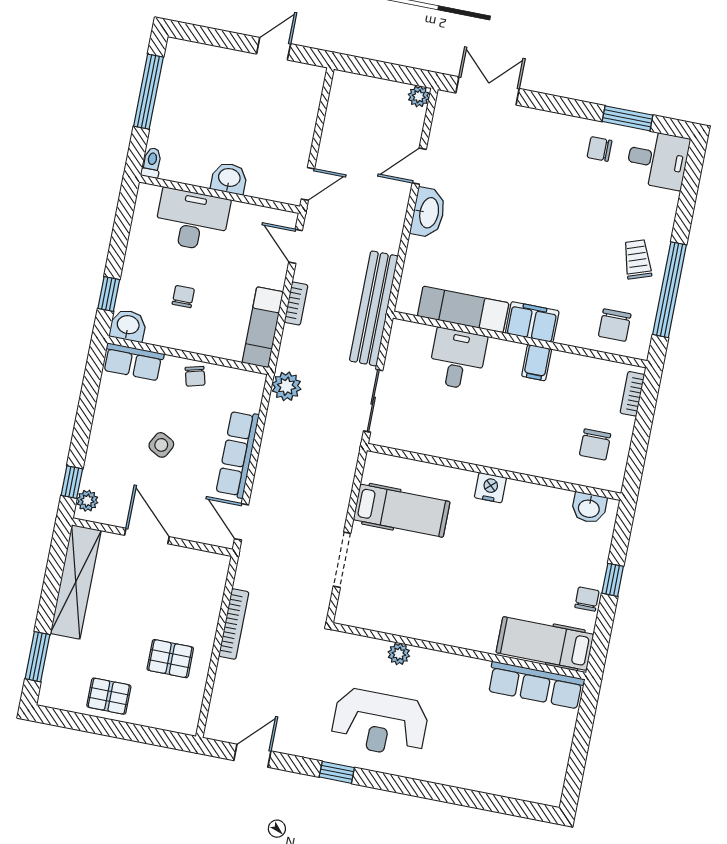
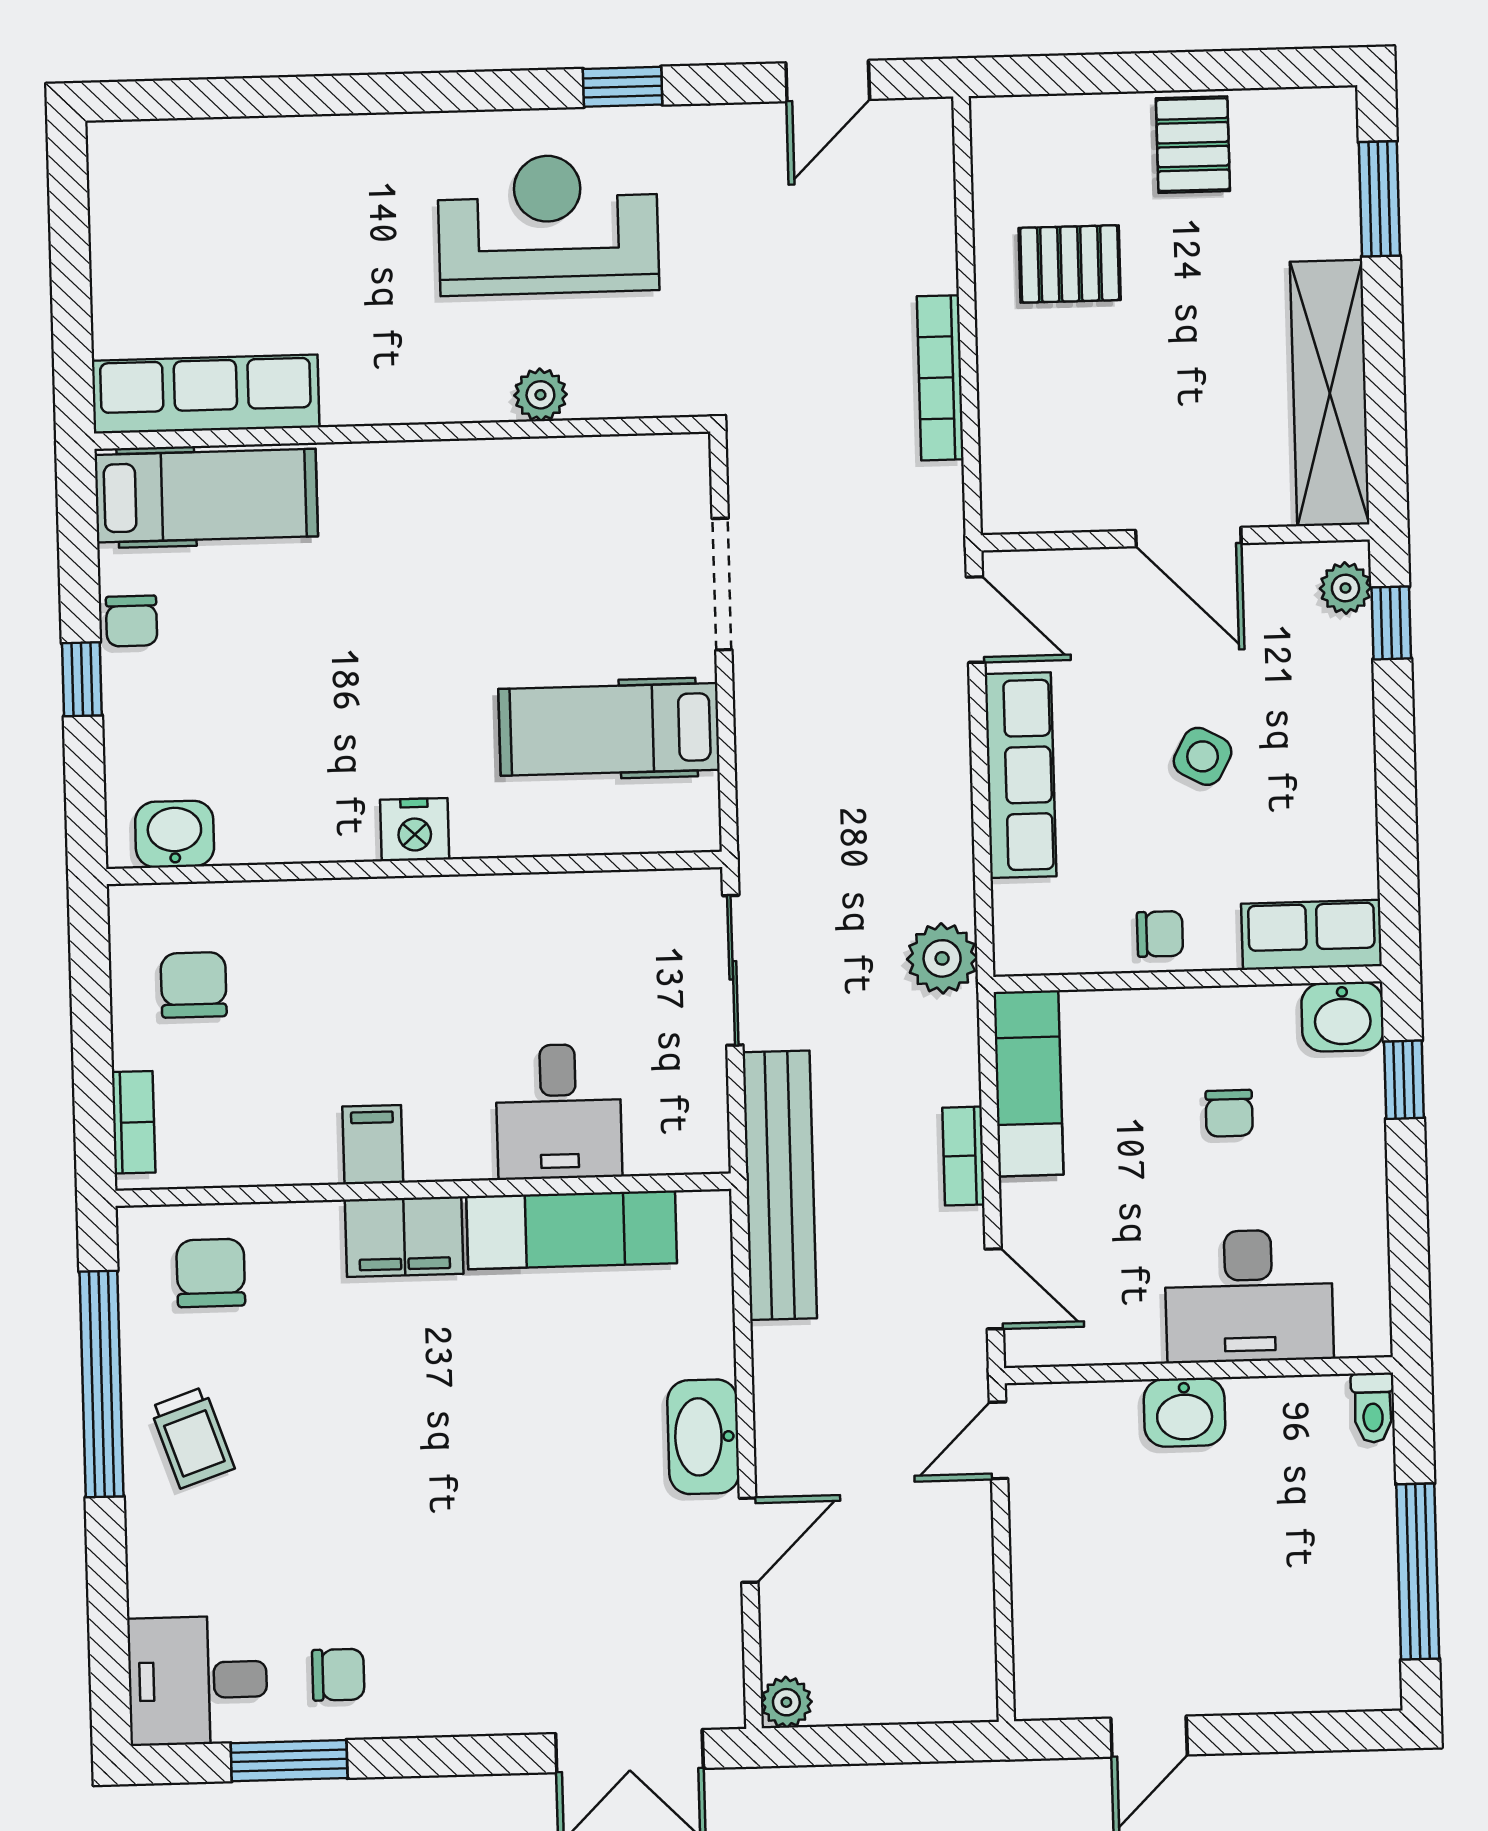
chair: (195, 376) -> (1160, 934), turned 105
pallet: (109, 696) -> (1193, 145), turned 90

